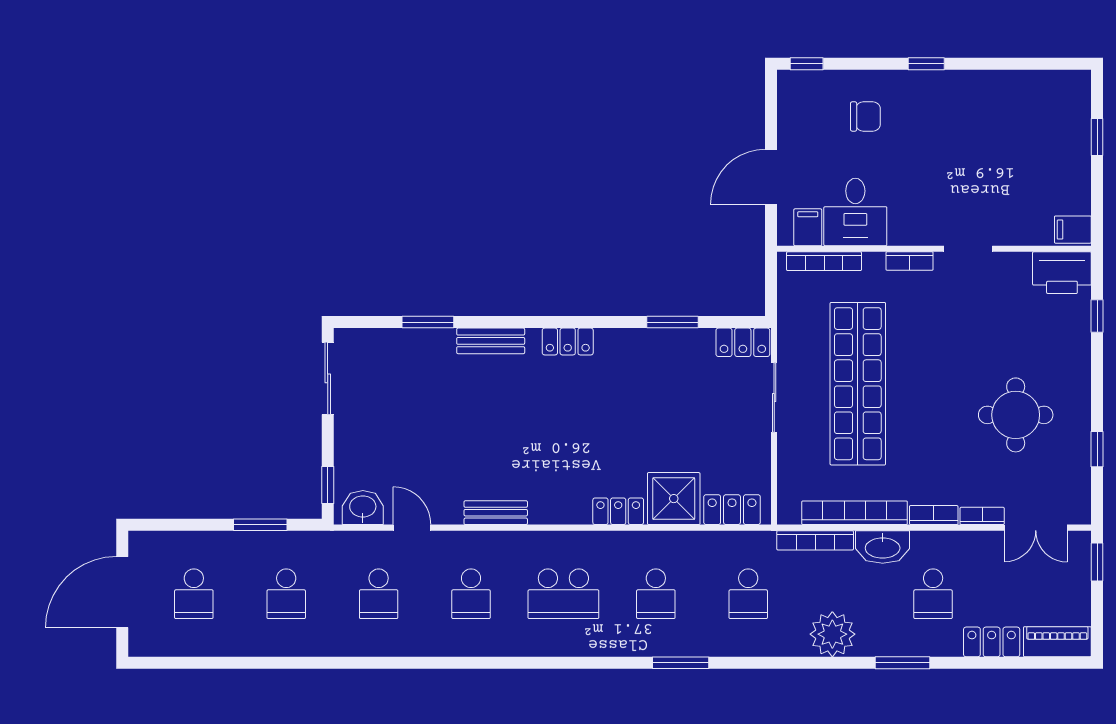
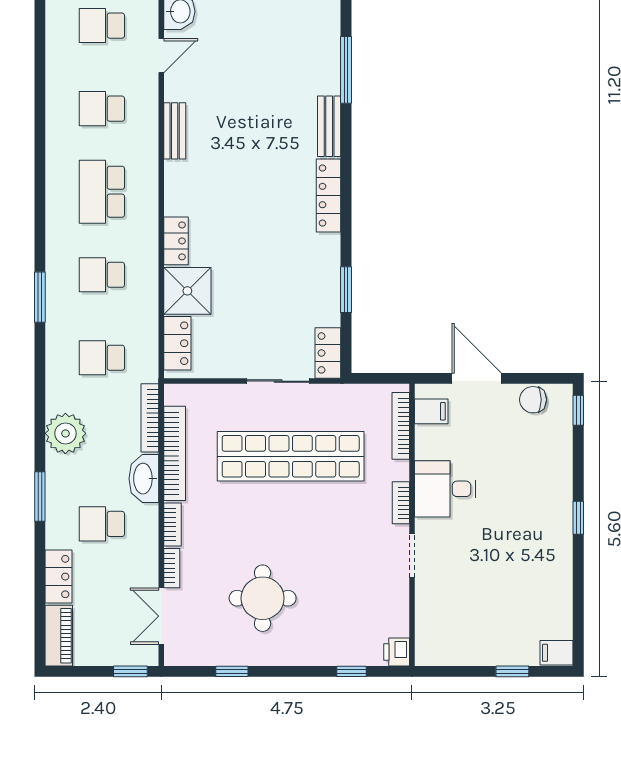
chair: (865, 116) -> (533, 400), moved, turned 90
desk: (855, 212) -> (445, 489), moved
filing cabinet: (1073, 230) -> (557, 653), moved, turned -90
printer: (1062, 273) -> (397, 652), width x0.53, depth x0.68
window: (428, 322) -> (346, 70), width x1.44
locker: (568, 342) -> (329, 196), width x1.53

